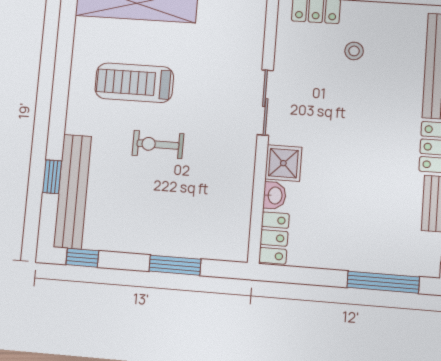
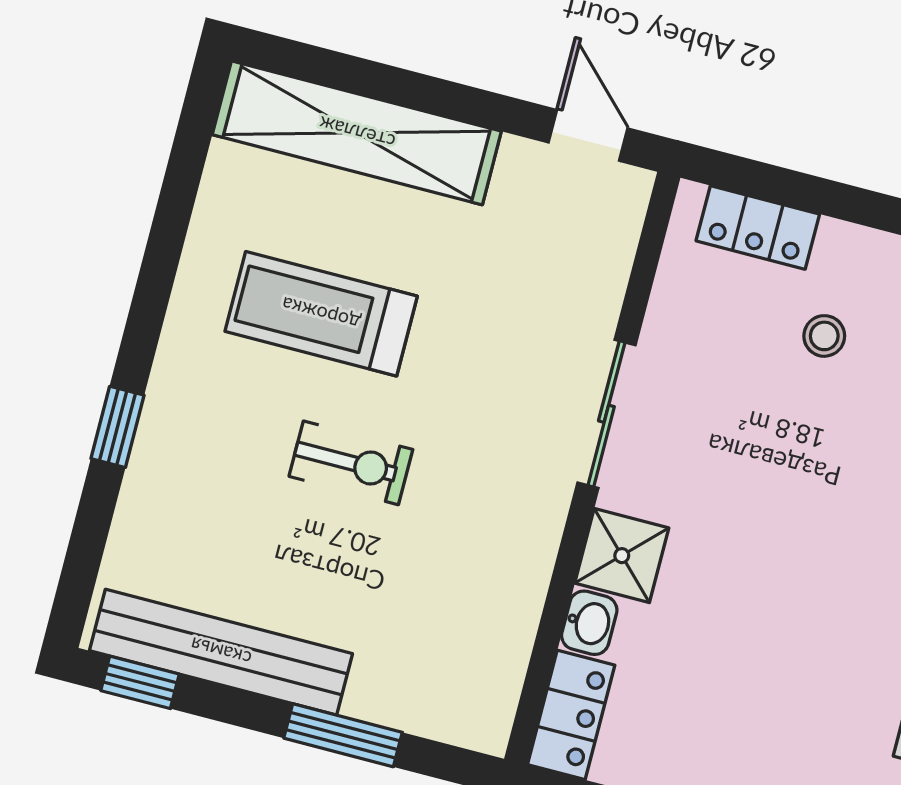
exercise bike: (158, 145) -> (351, 463), turned 180
window: (52, 177) -> (118, 427), moved
bench: (72, 192) -> (221, 652), moved, turned 90

